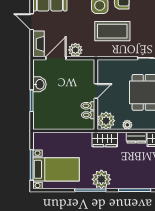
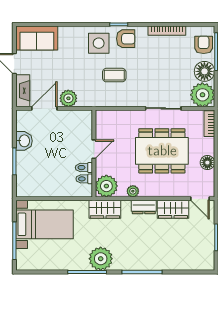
coffee table: (112, 31) -> (114, 75), width x0.54, depth x0.58
bed with nightstands: (56, 169) -> (44, 224), moved

